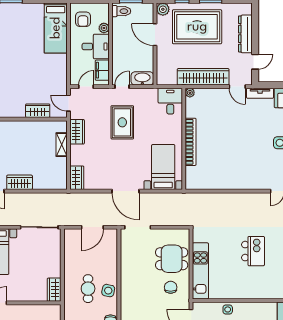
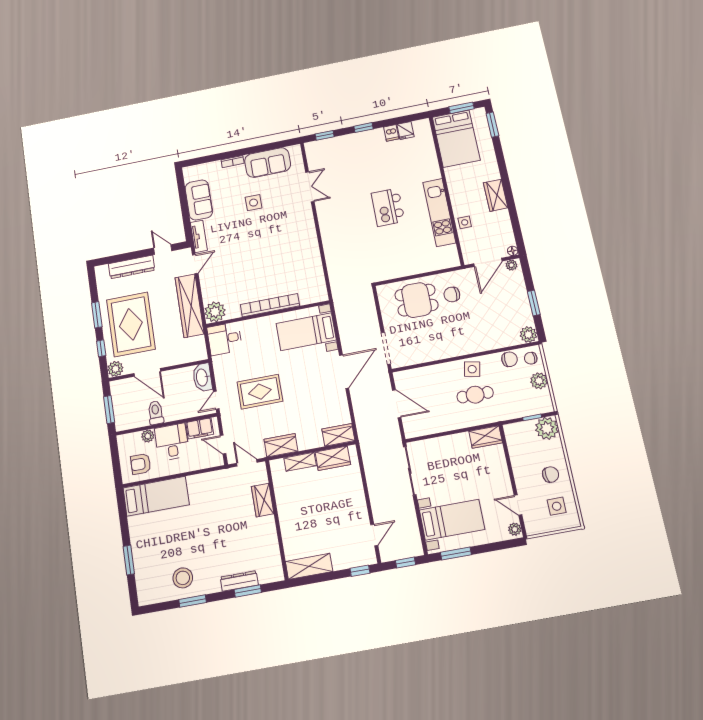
toilet: (121, 11) -> (156, 413), moved
armchair: (83, 19) -> (141, 464), turned 180
door: (155, 35) -> (147, 372), hinge flipped
door: (122, 87) -> (216, 400), hinge flipped
plant: (190, 93) -> (215, 312), width x1.88, depth x1.88
door: (68, 103) -> (247, 463), swing flipped
wardrobe: (20, 182) -> (333, 458), moved, turned -90
kitchen island: (253, 251) -> (388, 207), turned -90
dining table: (172, 259) -> (417, 300), turned 90
kitchen unit: (200, 271) -> (439, 212), moved, turned -90

